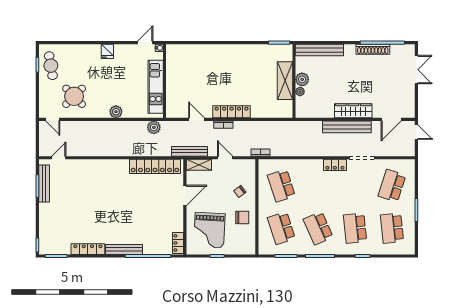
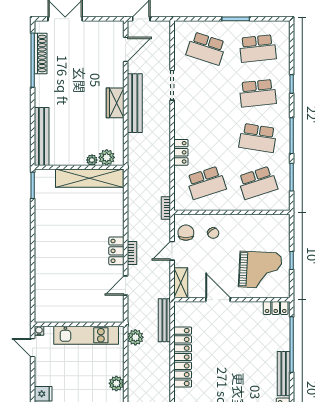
shoe rack: (373, 49) -> (41, 54), moved
plant: (302, 79) -> (107, 157), moved
shelving: (285, 81) -> (89, 178), width x1.47
wardrobe: (353, 111) -> (115, 103), width x0.67
locker: (232, 112) -> (116, 251), width x0.66
door: (391, 119) -> (126, 49), hinge flipped
bench: (190, 151) -> (164, 320), moved
locker: (335, 165) -> (181, 152), moved
locker: (155, 166) -> (183, 357), moved
chair: (242, 217) -> (186, 233), moved
school desk: (318, 228) -> (258, 138), turned 33

